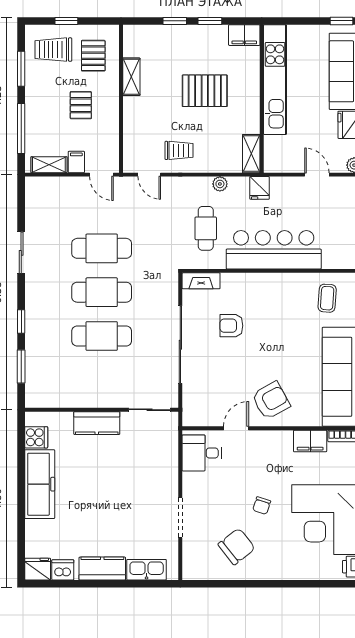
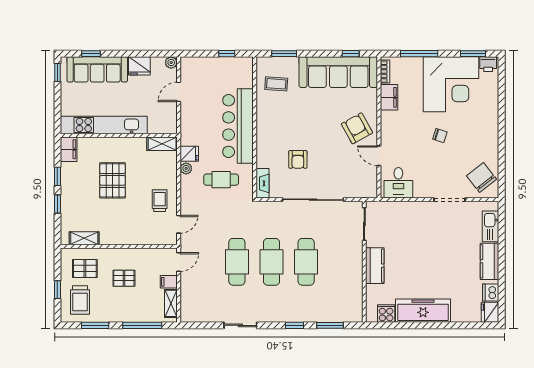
shelving: (131, 77) -> (84, 238), moved
fridge: (260, 188) -> (189, 154), moved
chair: (237, 546) -> (482, 178), moved

